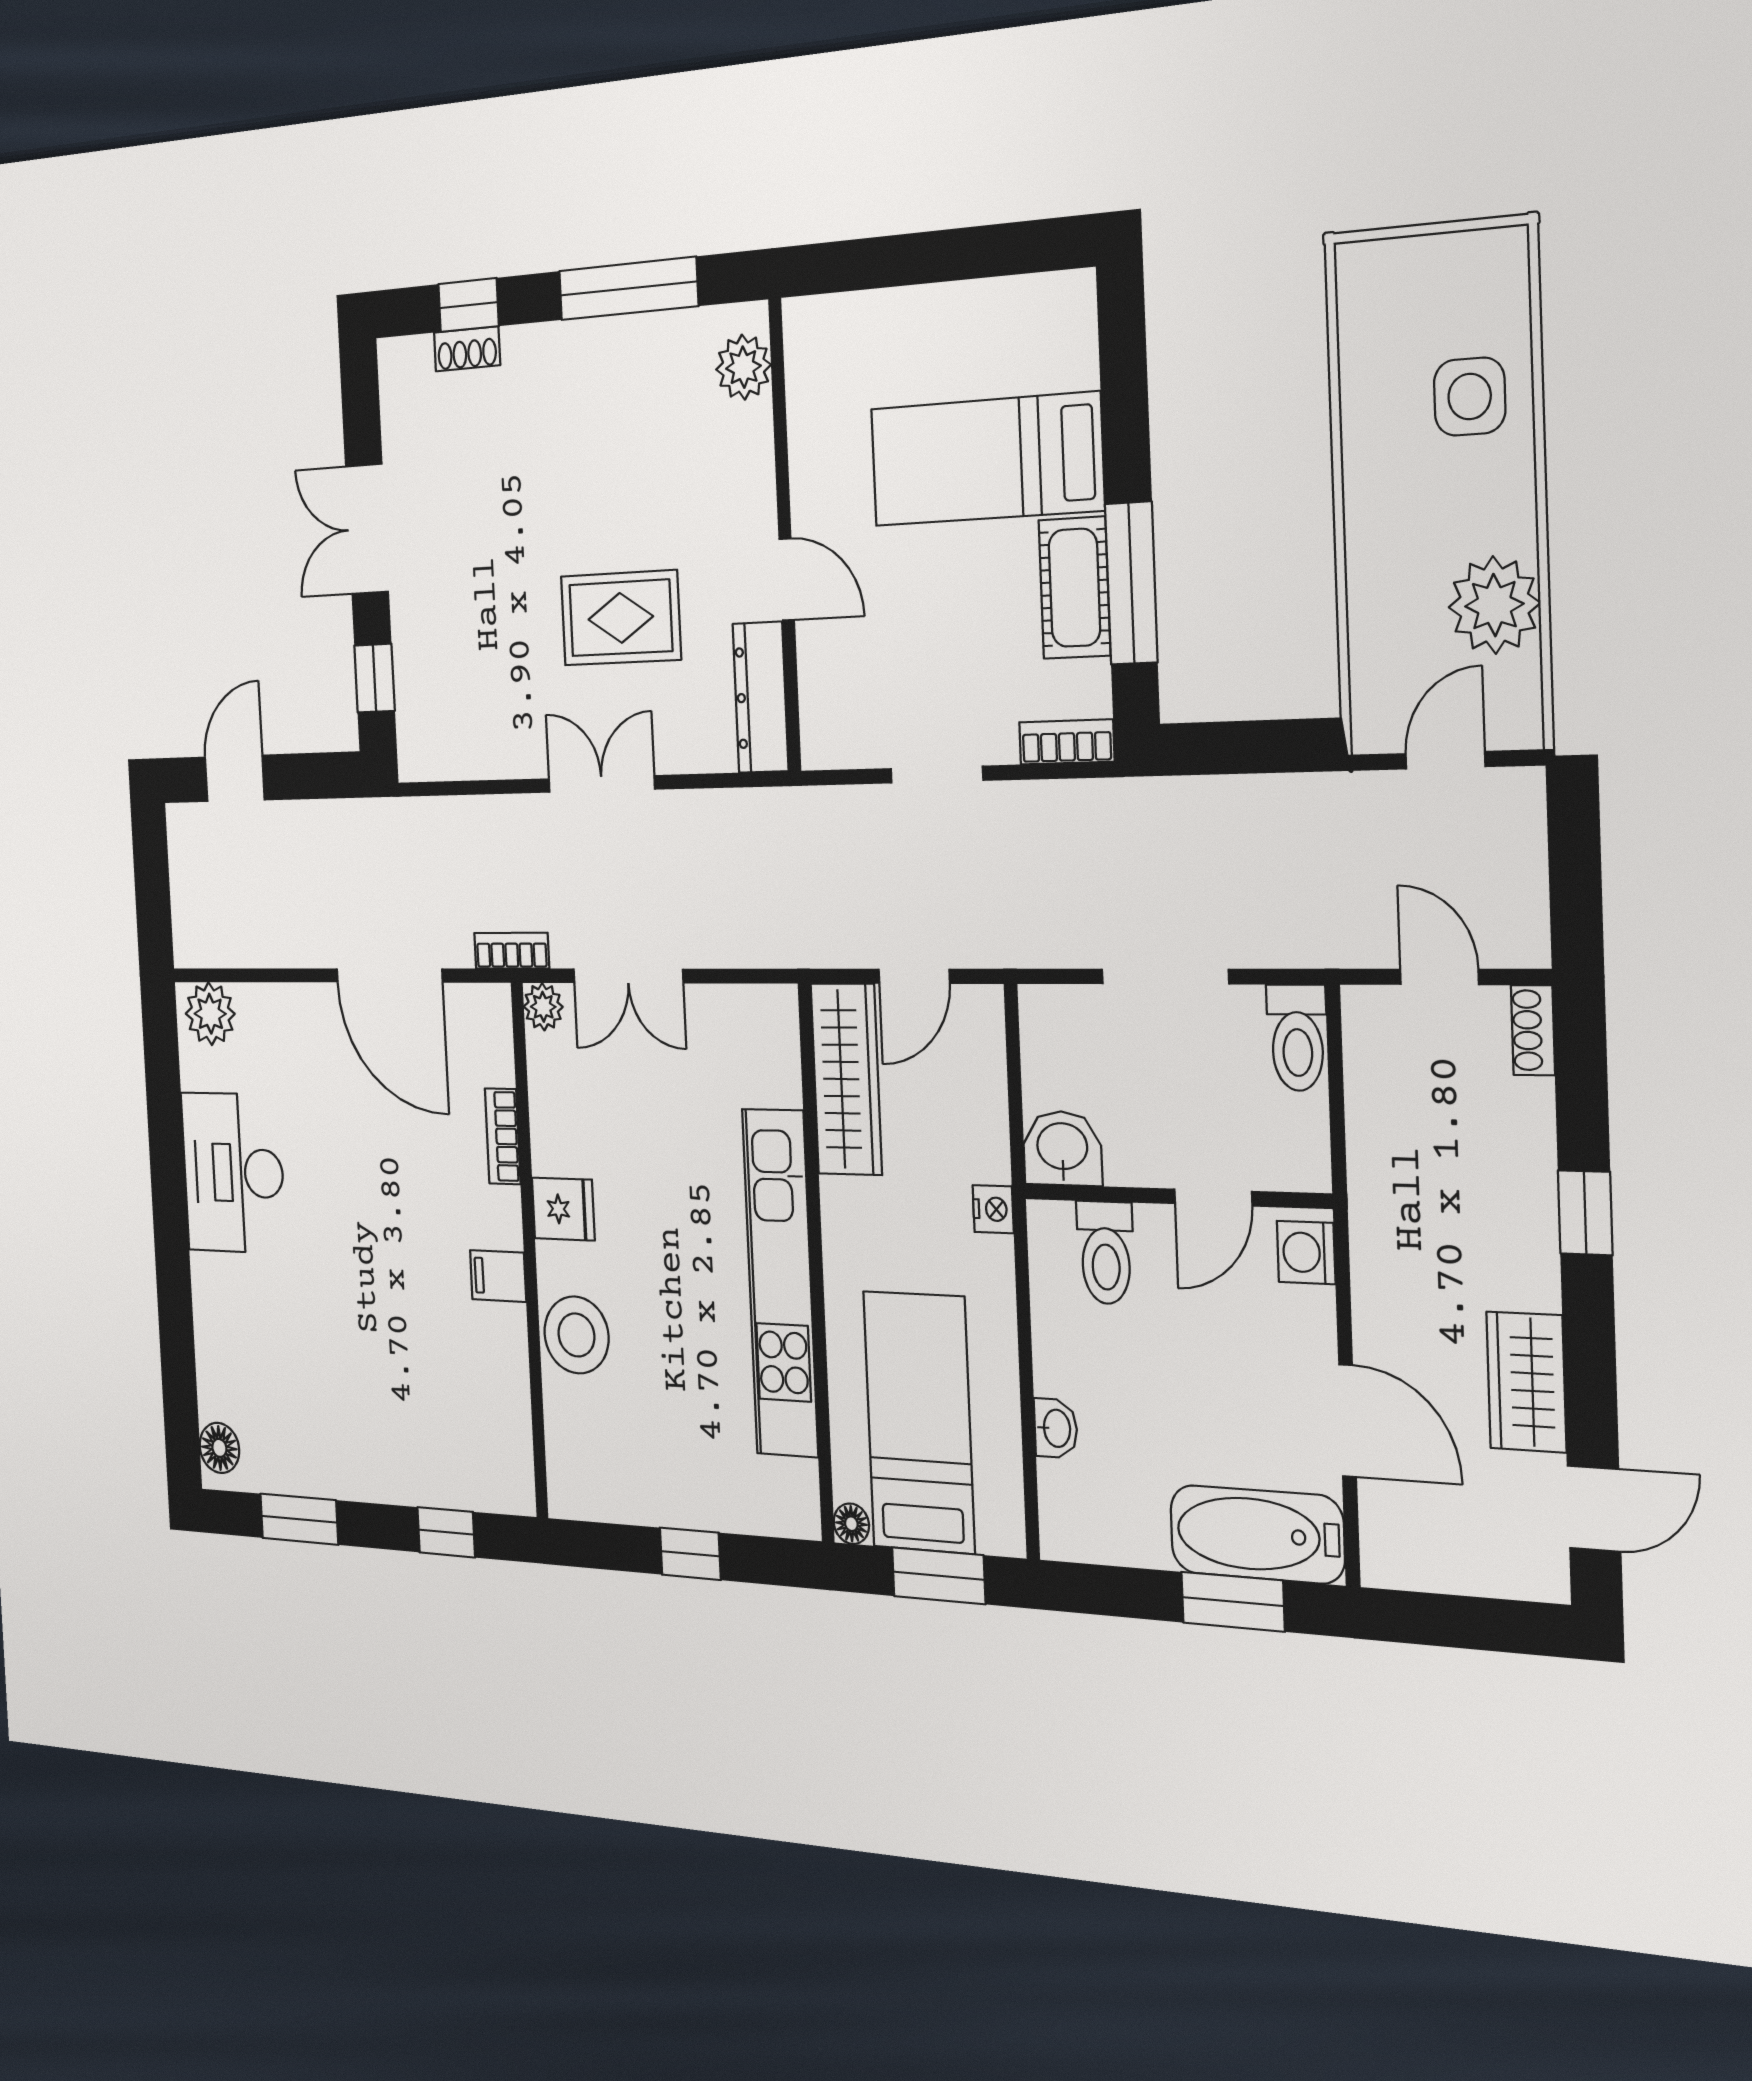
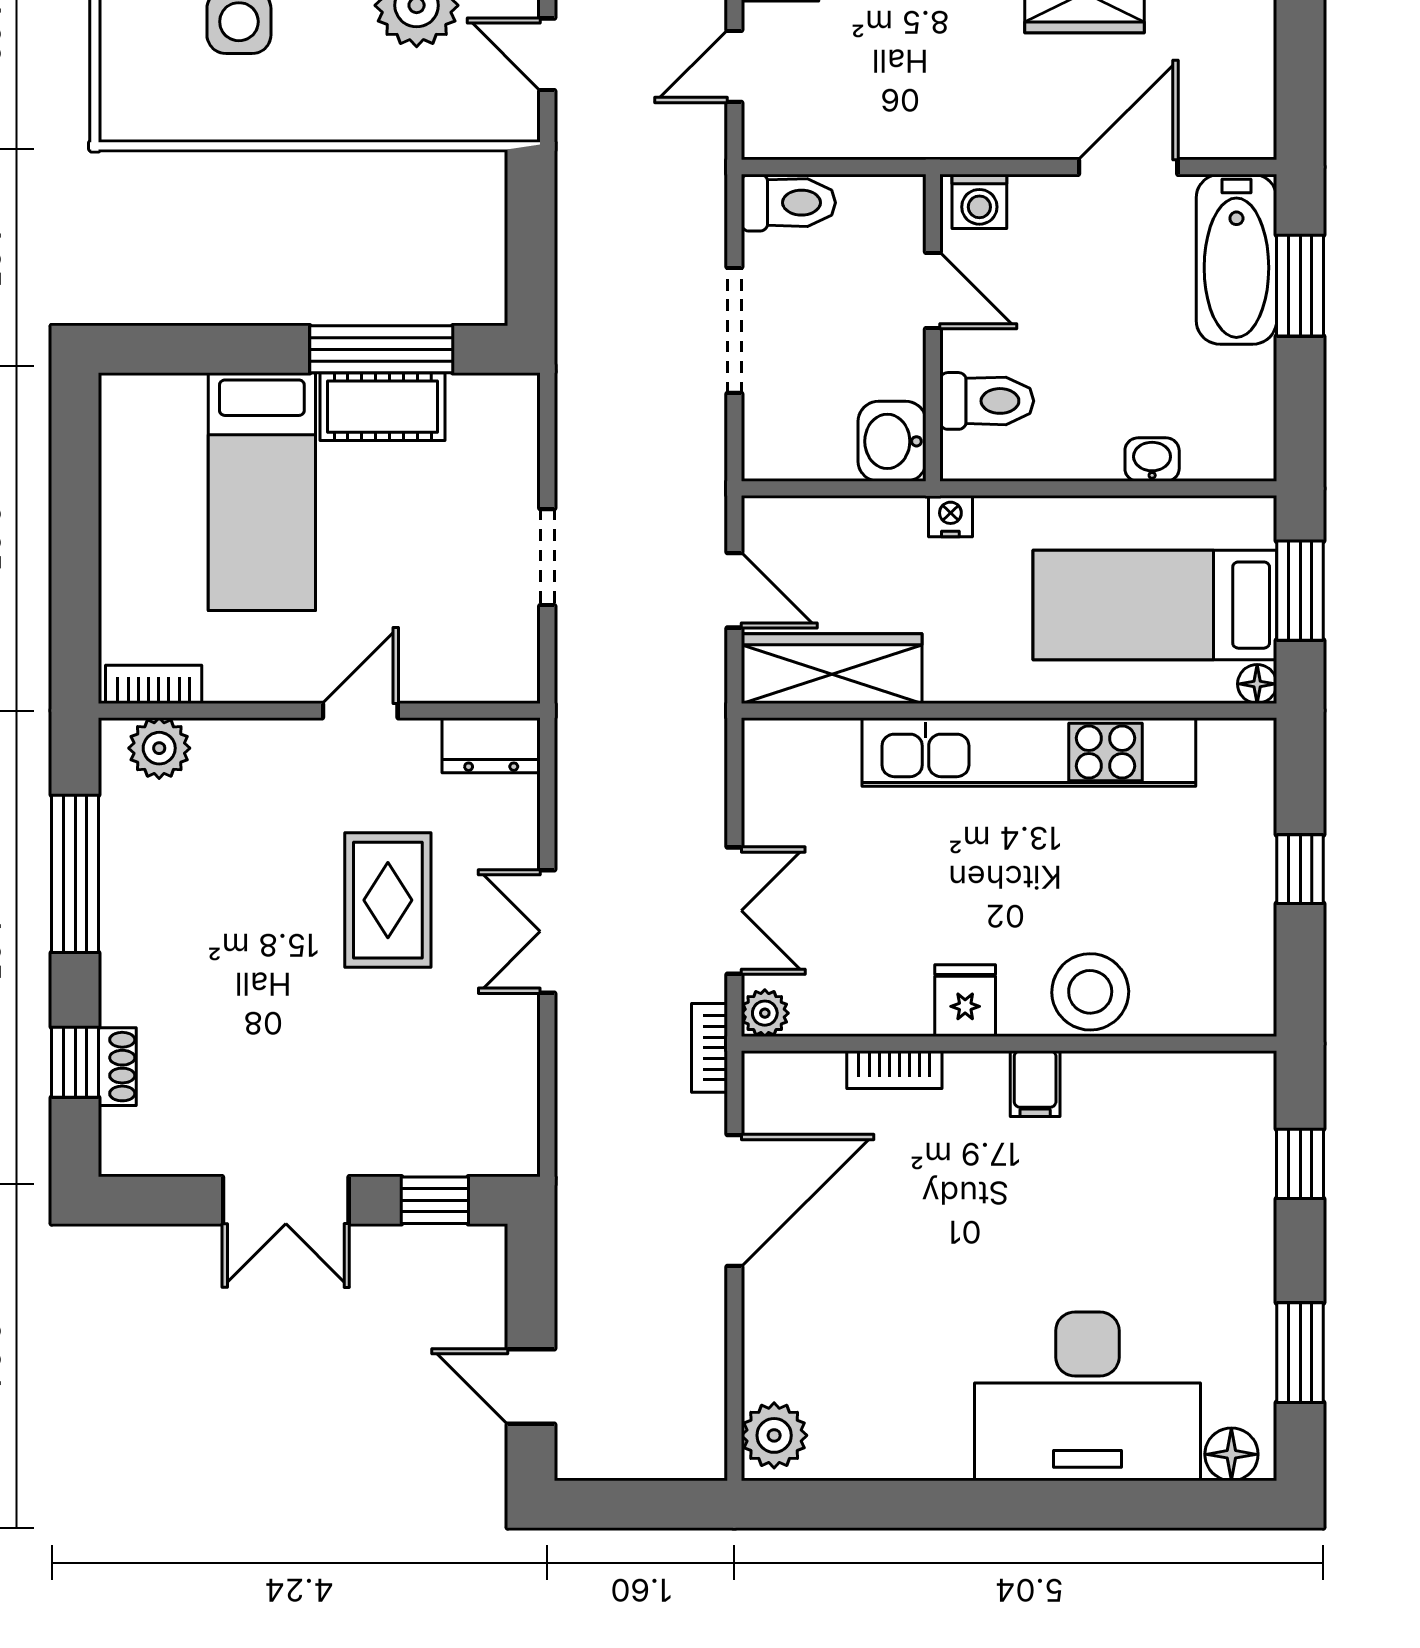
dresser: (761, 697) -> (491, 745), width x0.70
bookcase: (1067, 742) -> (154, 684), moved, turned 90
desk: (233, 1173) -> (1087, 1396), moved, width x1.36, depth x1.30

